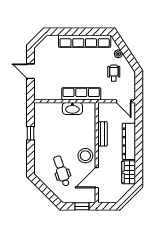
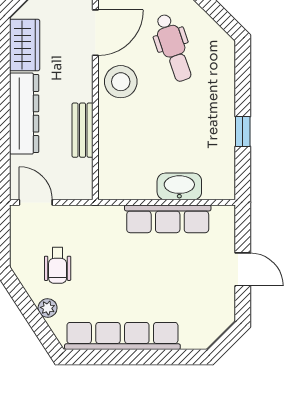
row of seats: (81, 94) -> (168, 219), moved
washbasin: (72, 109) -> (179, 186), moved

